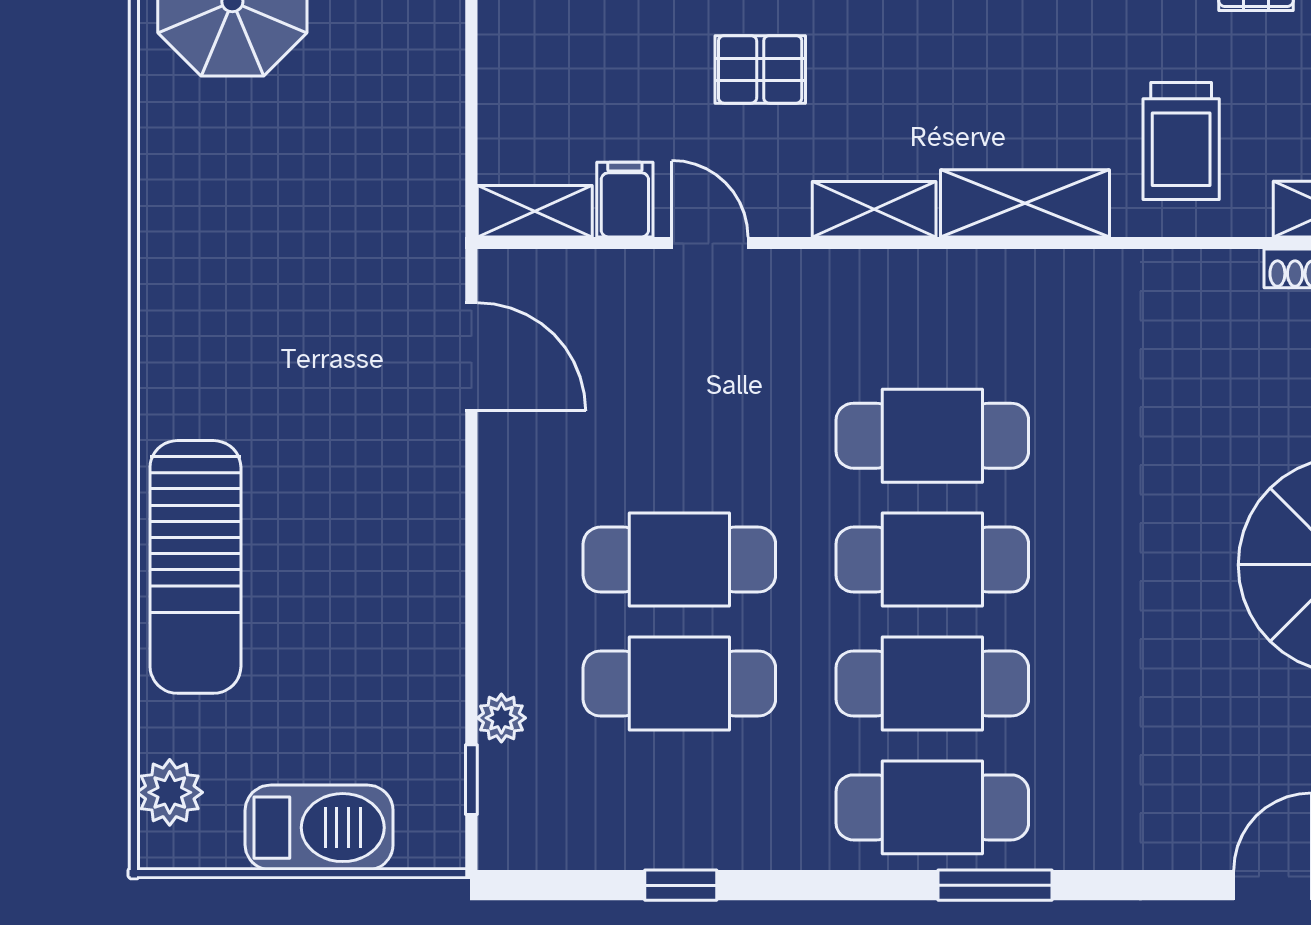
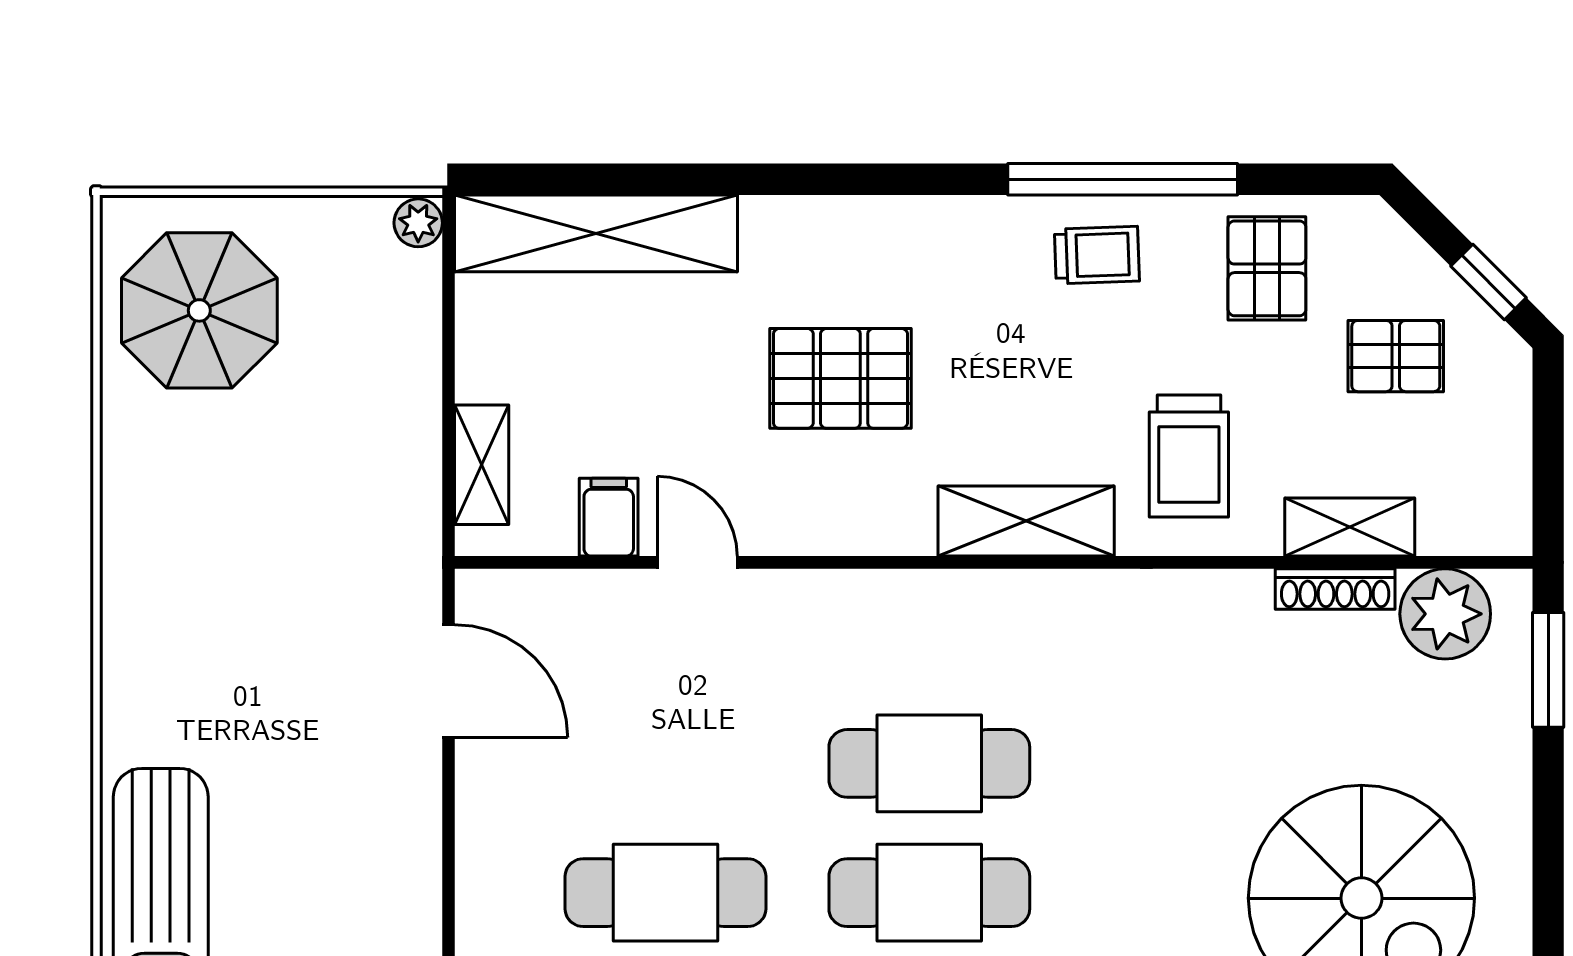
pallet: (760, 69) -> (840, 378), moved, width x1.50, depth x1.42
shelving: (874, 209) -> (869, 527), removed
shelving: (535, 211) -> (482, 465), moved, turned 90

